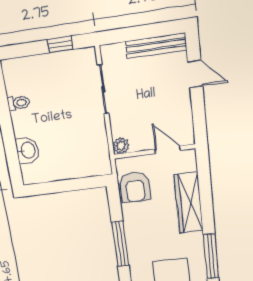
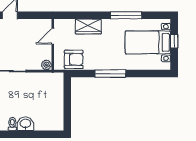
washbasin: (27, 150) -> (25, 124), moved
wardrobe: (189, 203) -> (88, 26), width x0.67

